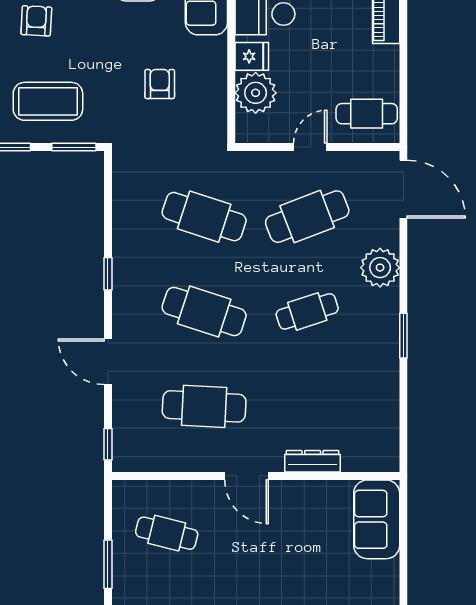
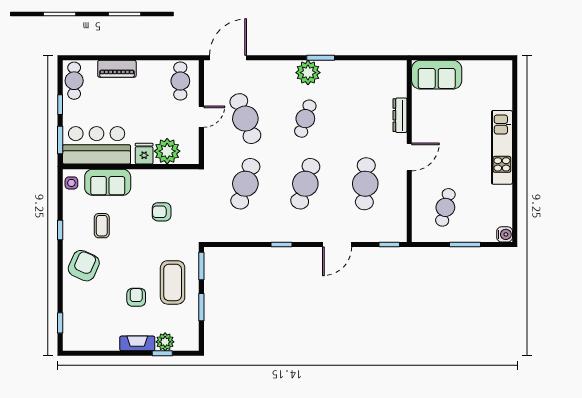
armchair: (36, 21) -> (136, 297), moved, turned 87
door: (310, 147) -> (201, 117), swing flipped
plant: (380, 268) -> (308, 73), moved
cafe table: (307, 311) -> (305, 119), turned 36

